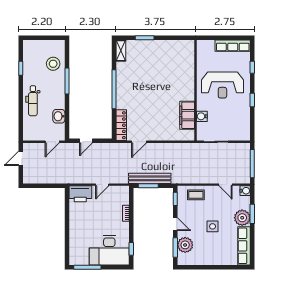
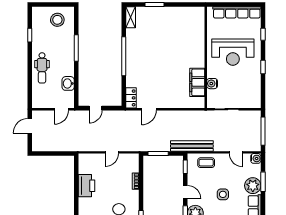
row of seats: (233, 46) -> (237, 12), width x1.36
stool: (53, 64) -> (57, 20), moved
locker: (121, 125) -> (131, 98), width x0.66
bench: (150, 178) -> (192, 146), moved
printer: (80, 194) -> (87, 186), moved, turned -90

